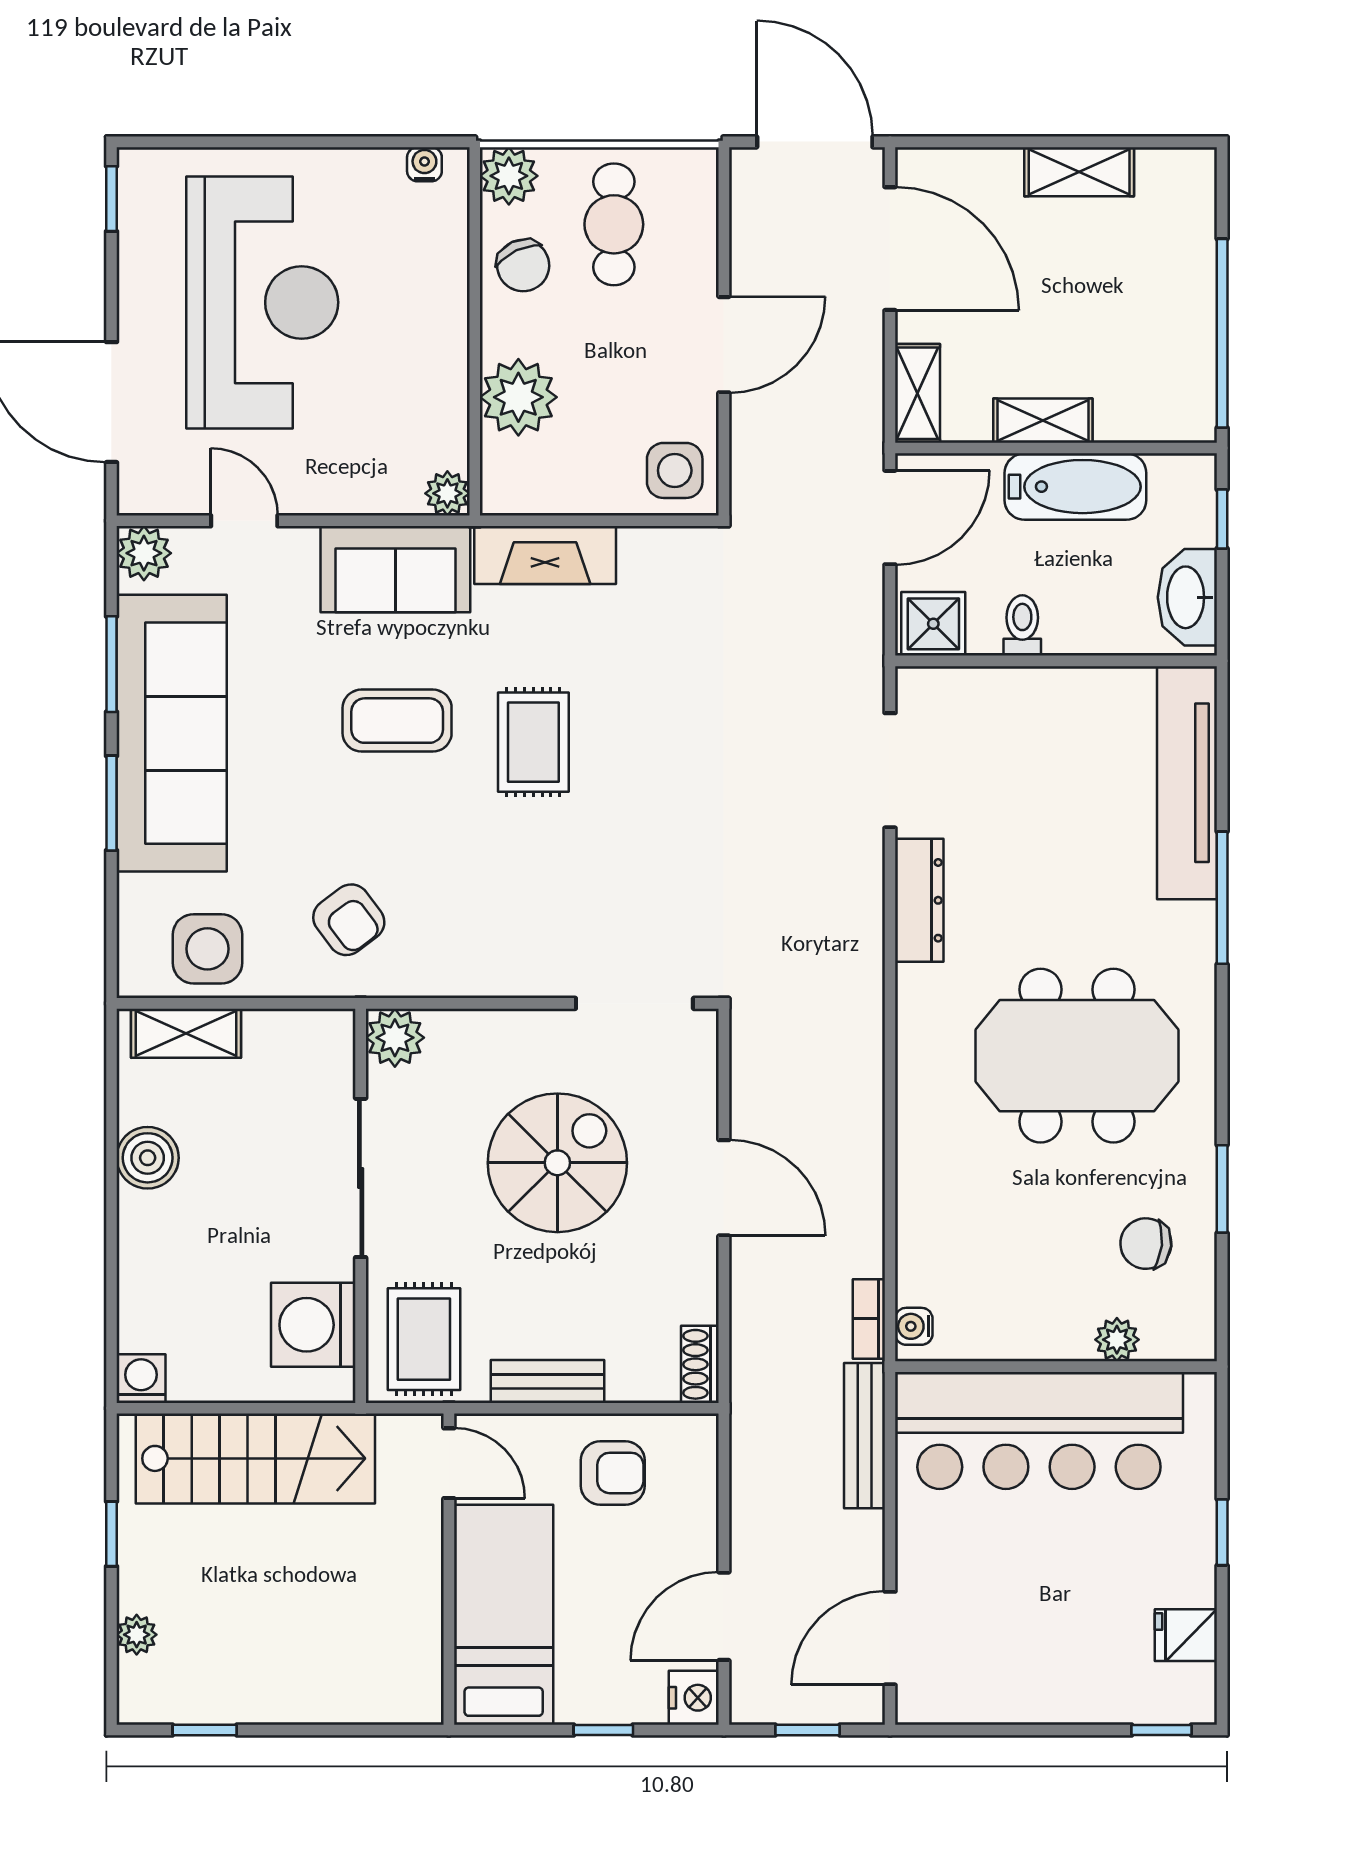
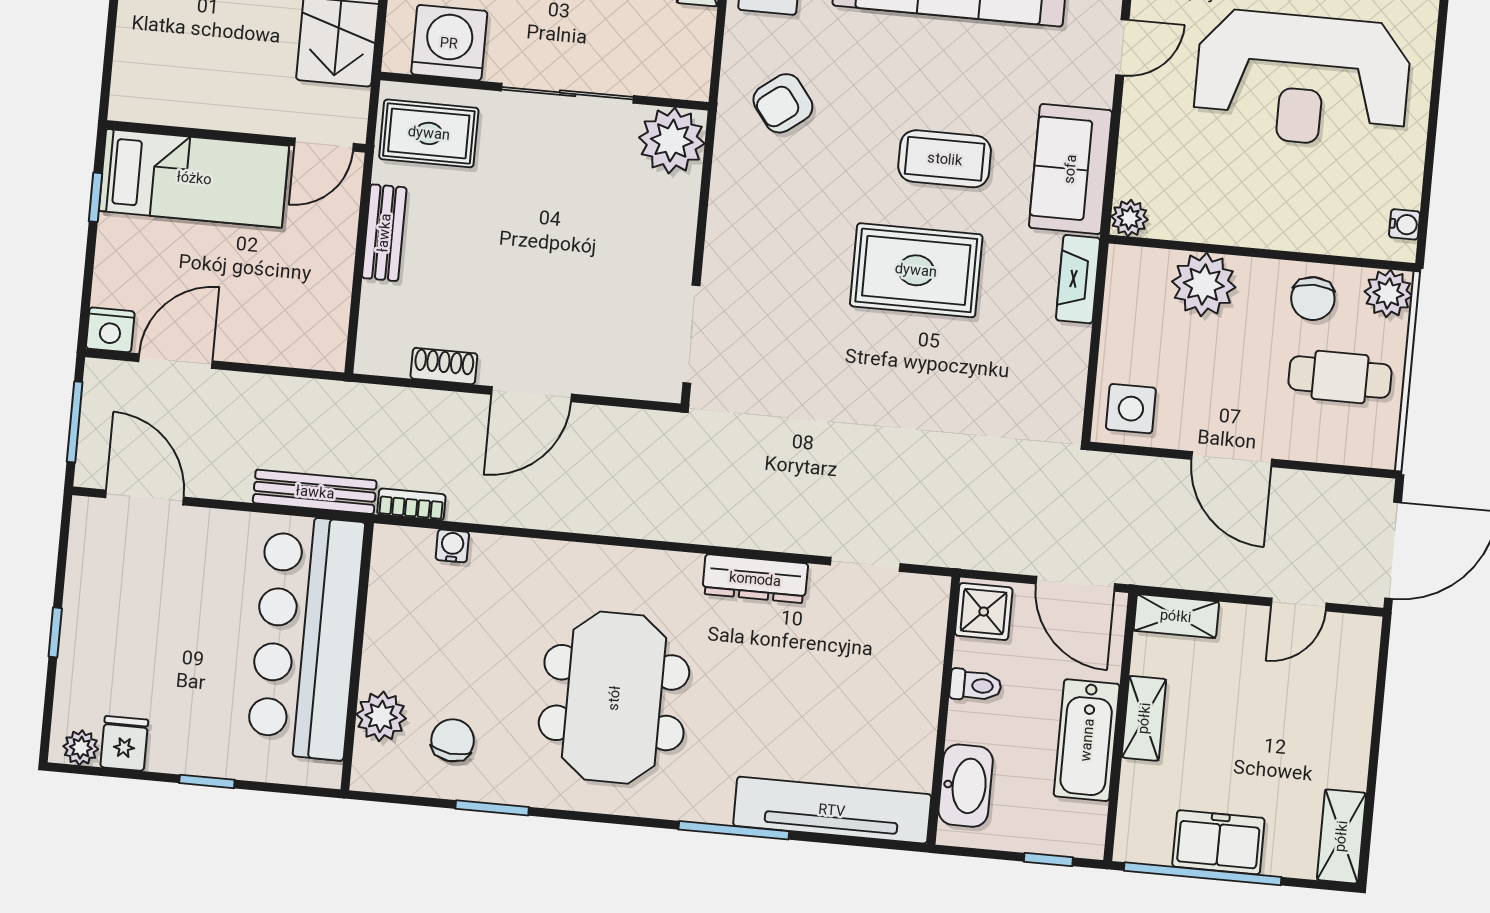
shelving: (1079, 172) -> (1341, 836), moved
door: (890, 249) -> (1299, 604), width x0.53
chair: (523, 265) -> (1313, 299), turned -65
freezer: (1183, 318) -> (1218, 842), added
fireplace: (545, 555) -> (1078, 279), width x0.73, depth x0.76
washbasin: (1187, 597) -> (966, 786), moved, turned 90
coffee table: (397, 721) -> (945, 159), turned 90
rug: (533, 742) -> (916, 270), width x1.36, depth x1.43
doorway: (890, 770) -> (865, 564), width x0.73
plant: (395, 1038) -> (672, 141), width x1.36, depth x1.36
spiral stairs: (557, 1163) -> (565, 258), removed
water cooler: (914, 1326) -> (452, 546), moved
plant: (1117, 1340) -> (381, 716), width x1.38, depth x1.38
shoe rack: (700, 1364) -> (444, 366), moved
armchair: (613, 1473) -> (303, 280), removed
door: (724, 1616) -> (176, 361), hinge flipped
plant: (1196, 1687) -> (81, 748), added
window: (603, 1730) -> (96, 197), moved
window: (807, 1730) -> (75, 422), width x1.50
window: (1161, 1730) -> (55, 632), moved

